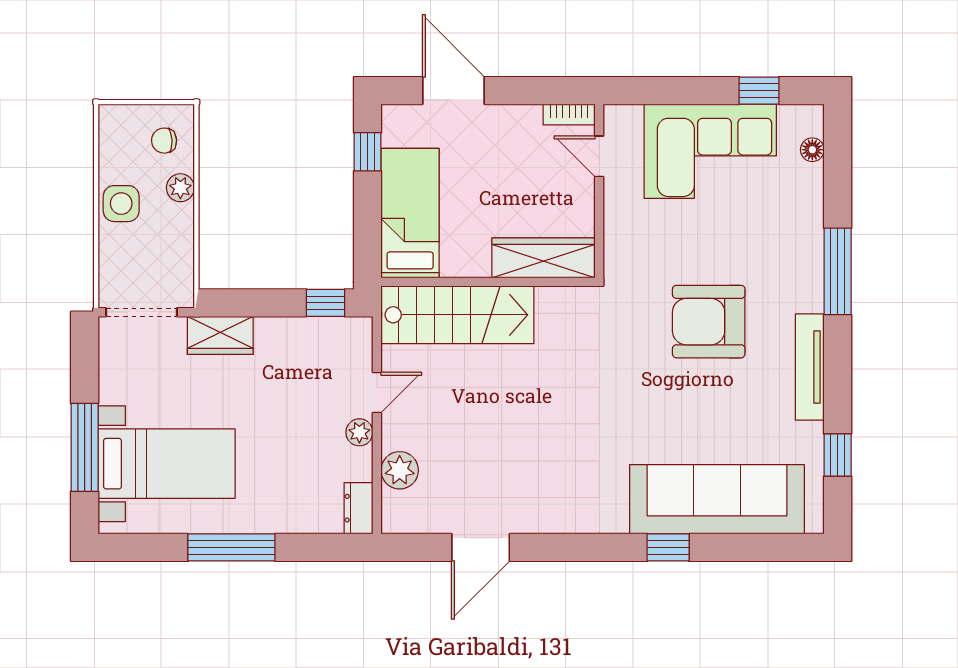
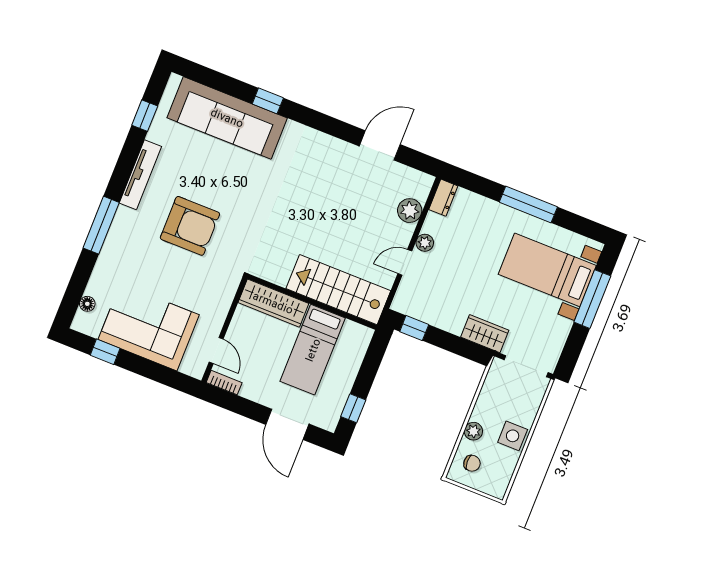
bed: (410, 213) -> (313, 350), moved

